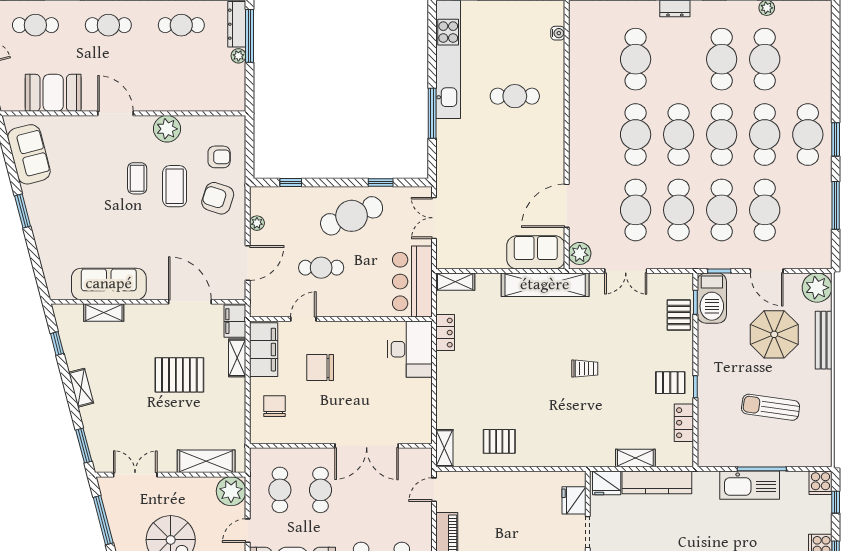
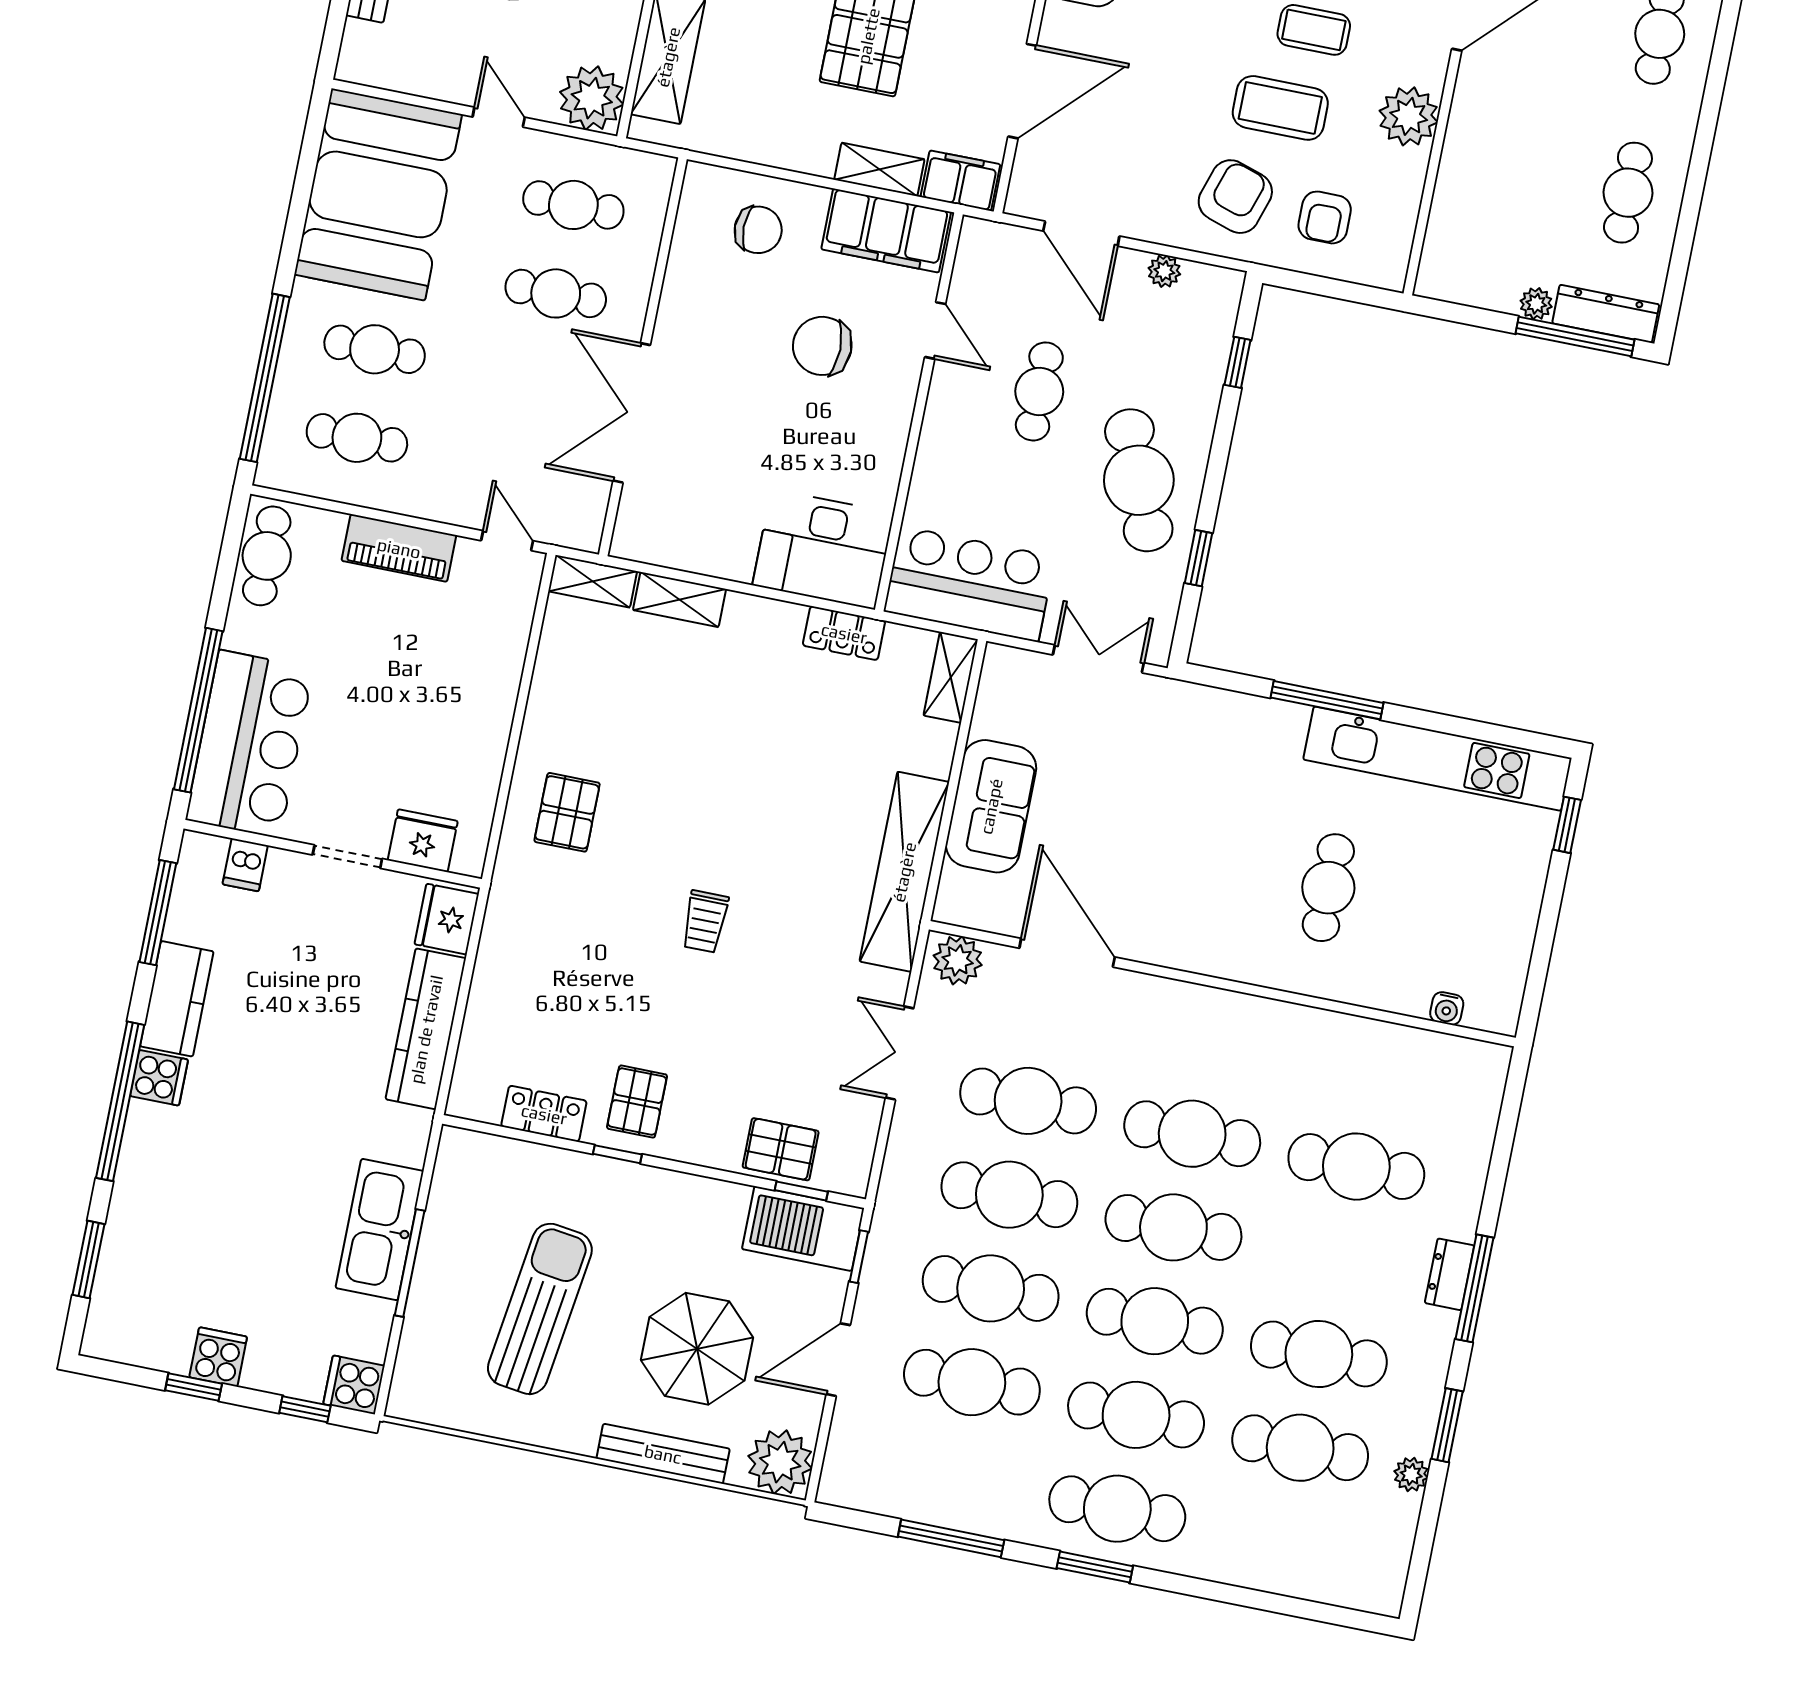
sofa: (536, 252) -> (991, 806), moved
chair: (320, 368) -> (822, 346), turned -90
sun lounger: (771, 407) -> (540, 1309), width x1.36, depth x1.34
pallet: (499, 441) -> (567, 812), moved
shelving: (635, 458) -> (680, 600), moved, turned 90

